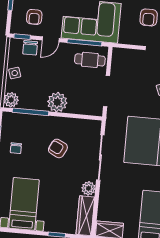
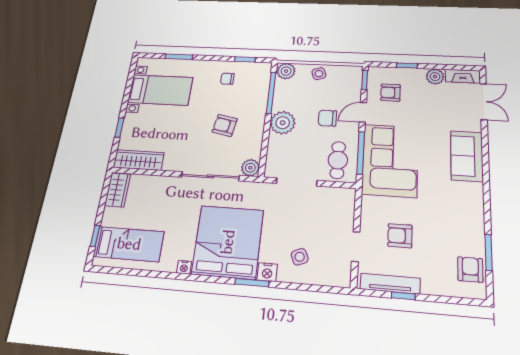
door: (51, 39) -> (363, 112), hinge flipped
chair: (30, 48) -> (328, 118), moved
armchair: (58, 148) -> (225, 125), turned -105
plant: (88, 188) -> (250, 168), moved

